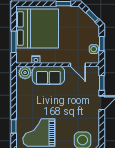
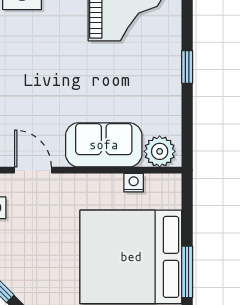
window: (14, 42) -> (187, 272), moved
window: (14, 126) -> (187, 67), moved

